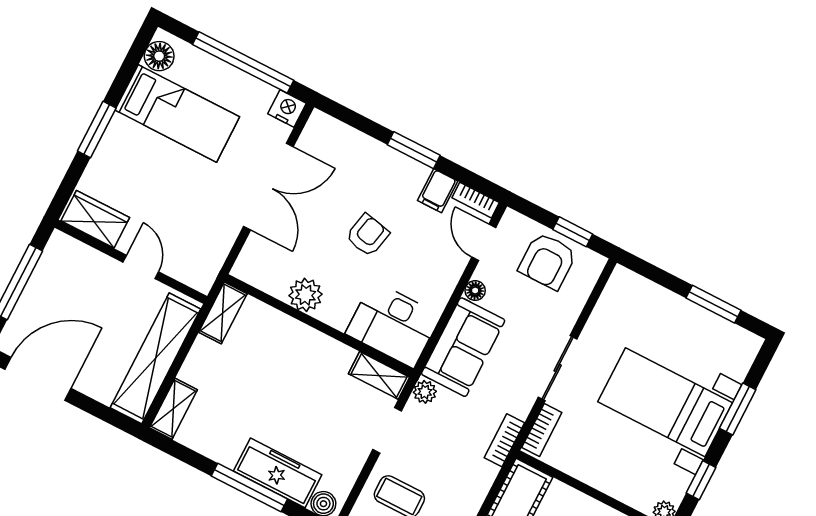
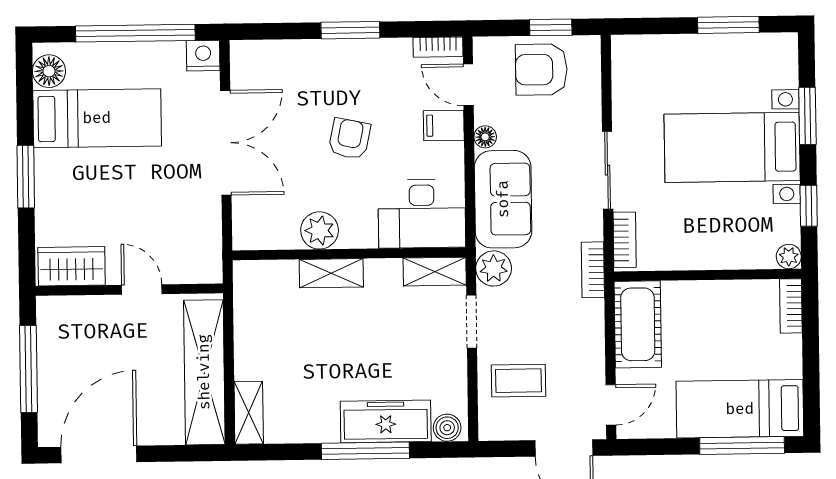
filing cabinet: (438, 191) -> (444, 125), moved, turned 90
armchair: (548, 261) -> (541, 70), turned 90
shelving: (223, 313) -> (331, 273), moved, turned 90
plant: (425, 392) -> (494, 268), width x1.38, depth x1.38

